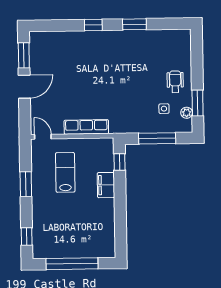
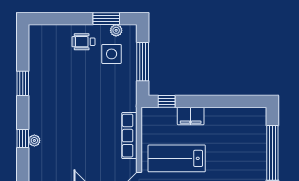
window: (93, 25) -> (23, 139), moved
plant: (80, 36) -> (34, 140), added
side table: (164, 109) -> (112, 54), width x1.87, depth x1.87
lab bench: (65, 172) -> (177, 158), width x1.36, depth x1.39

